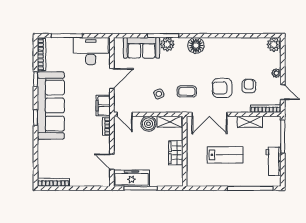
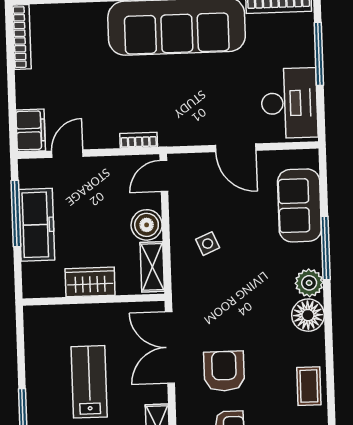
plant: (167, 44) -> (309, 283), moved
coffee table: (187, 91) -> (309, 386), moved
filing cabinet: (103, 106) -> (31, 130), moved, turned 90
lab bench: (225, 155) -> (89, 382), turned 180
freezer: (132, 178) -> (37, 225), moved

